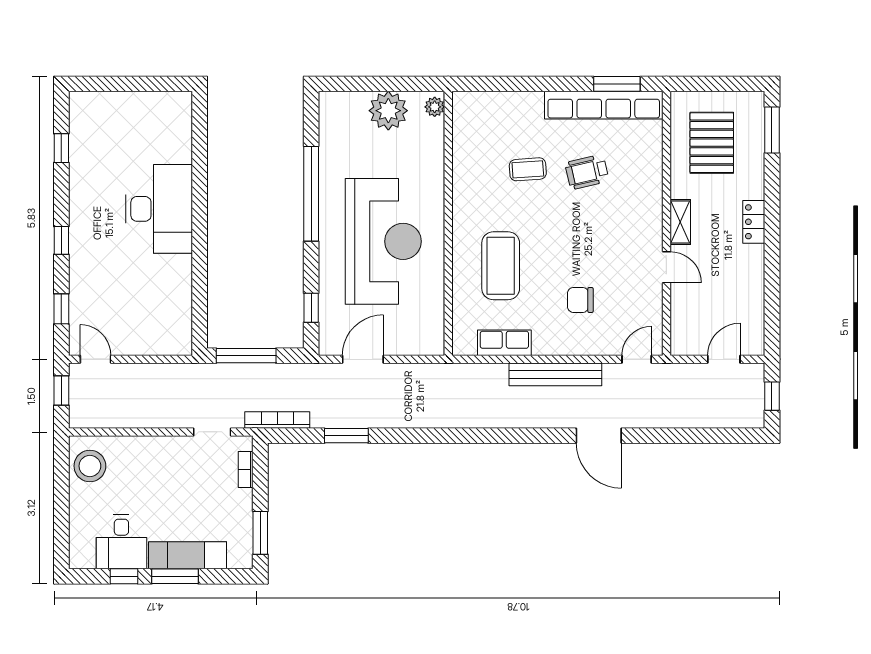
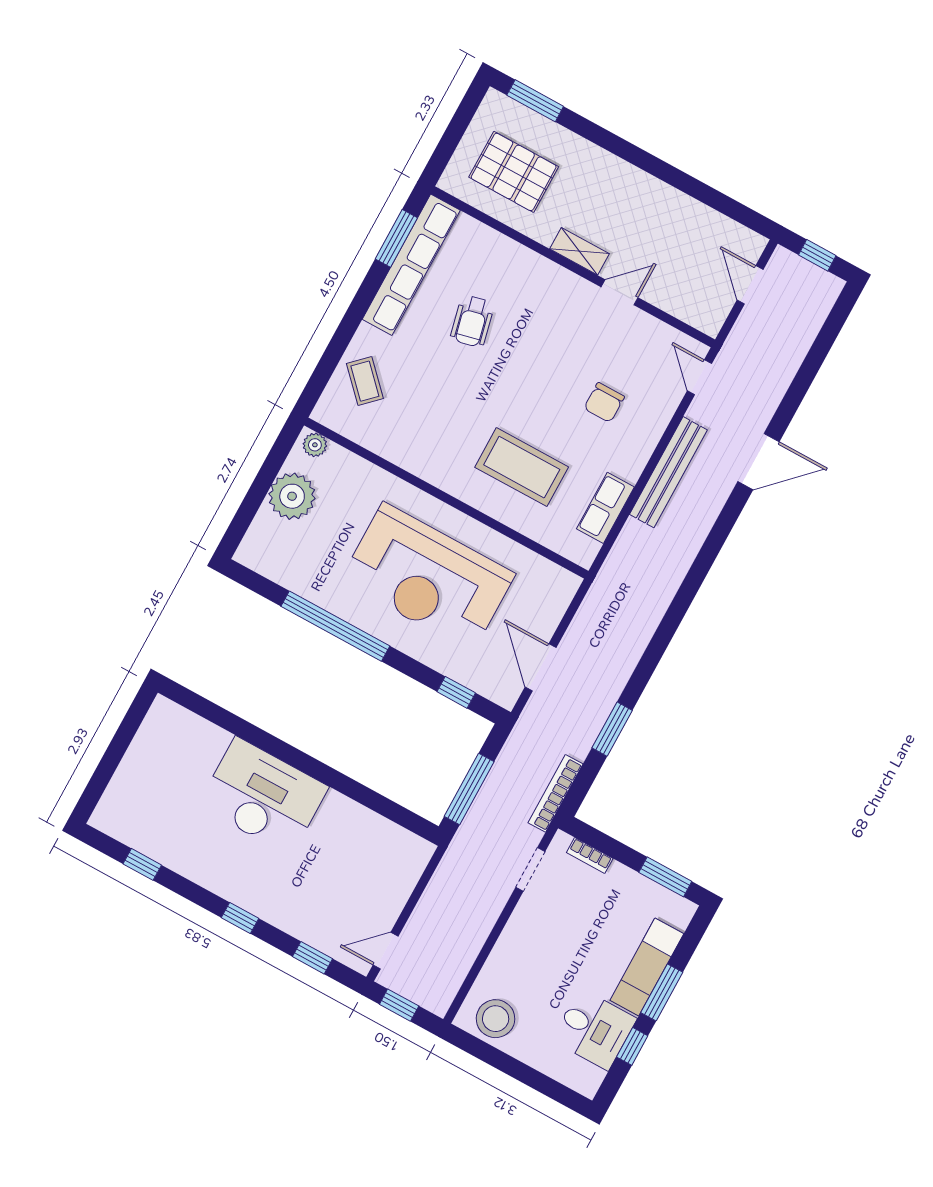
coffee table: (528, 169) -> (365, 381), moved, turned -40
locker: (754, 222) -> (622, 173), removed
reception desk: (383, 241) -> (428, 577), turned 180

